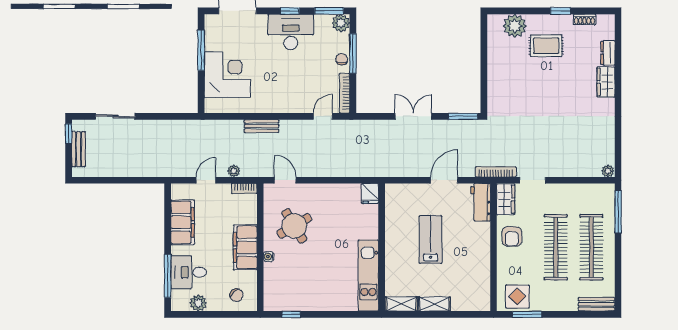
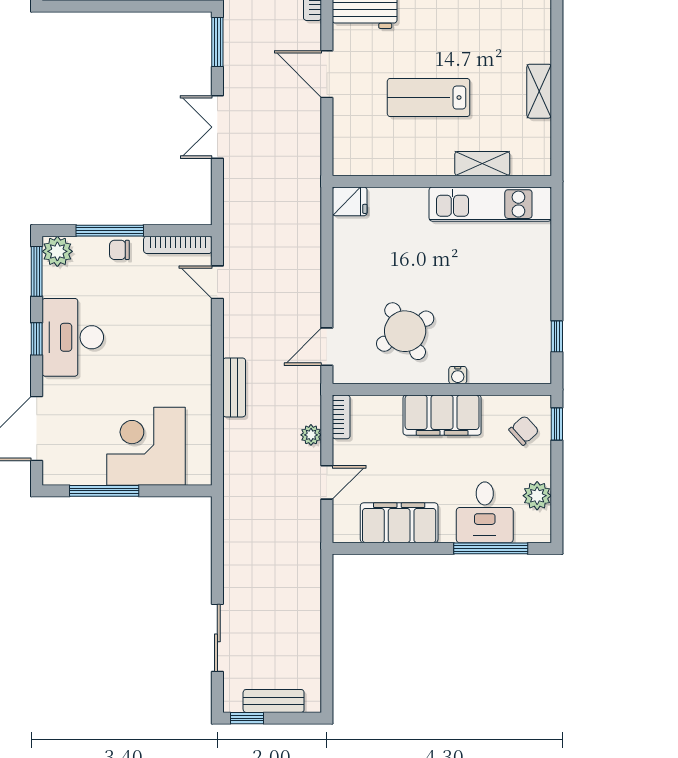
door: (206, 180) -> (327, 482), swing flipped
shelving: (401, 304) -> (482, 164), moved, turned 90
window: (240, 314) -> (557, 424), added

